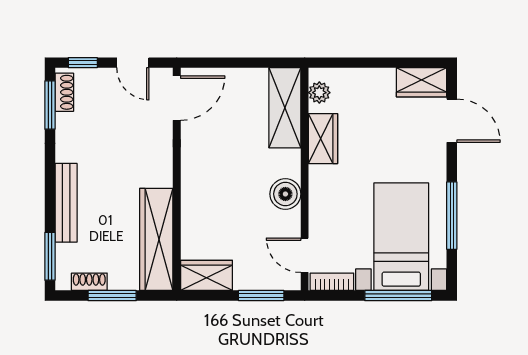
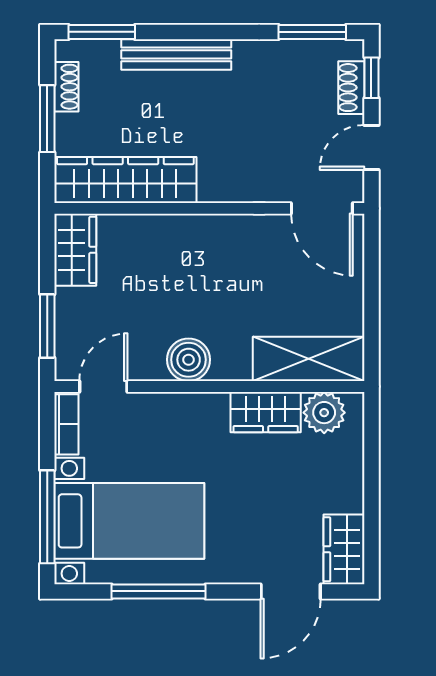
shoe rack: (64, 92) -> (351, 88), moved, turned 90
plant: (319, 93) -> (324, 413), width x1.38, depth x1.38

